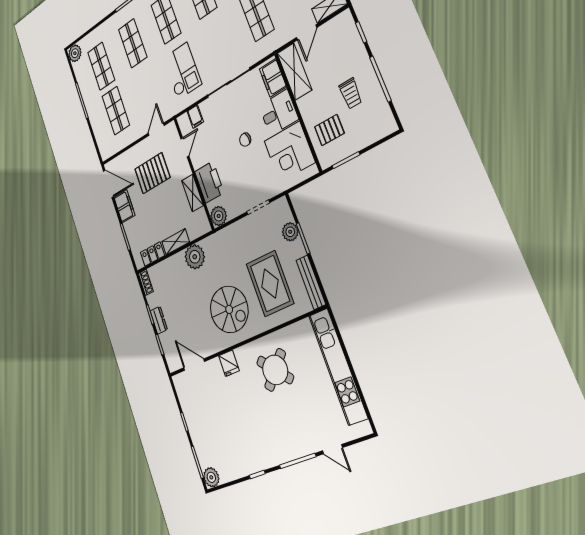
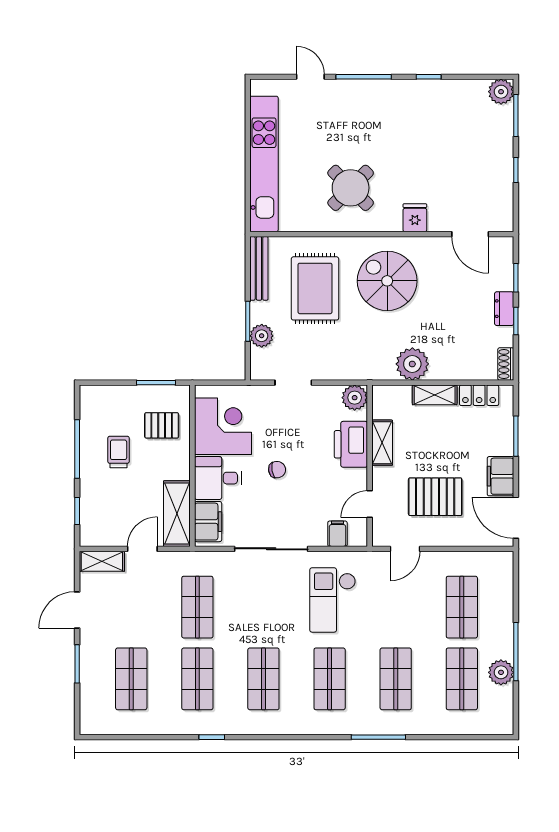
plant: (75, 53) -> (501, 672), moved

